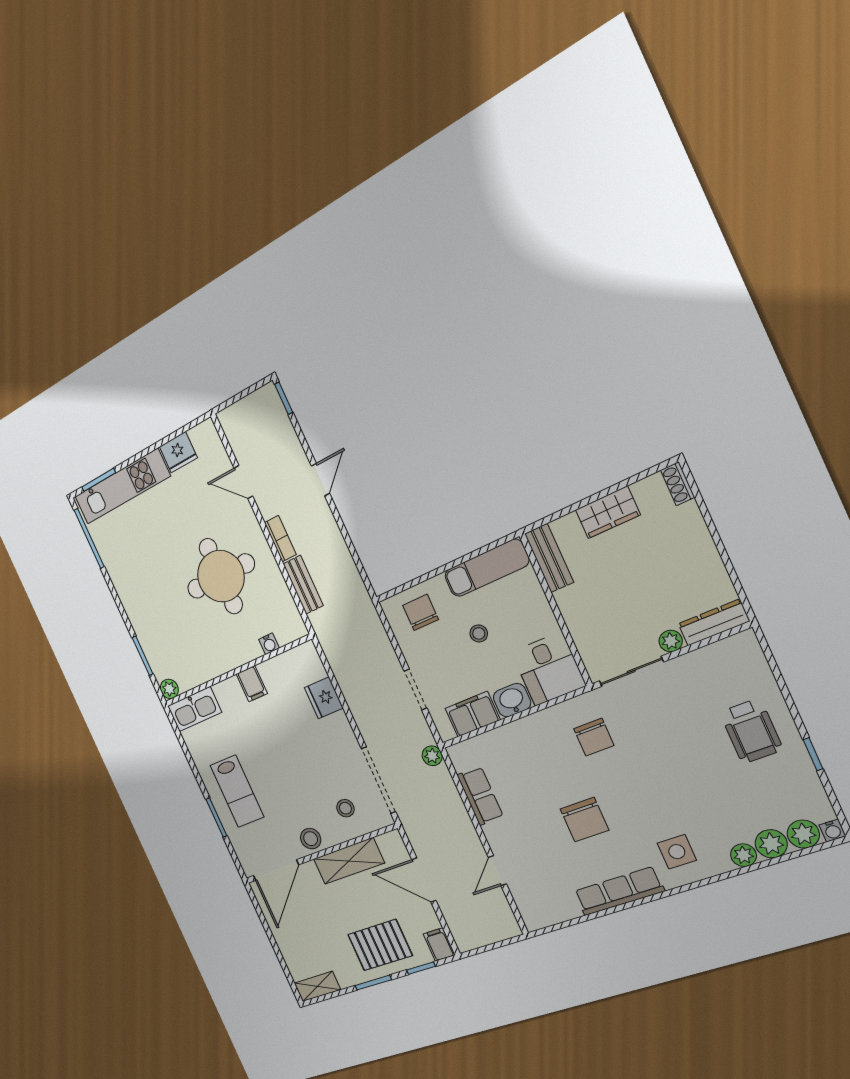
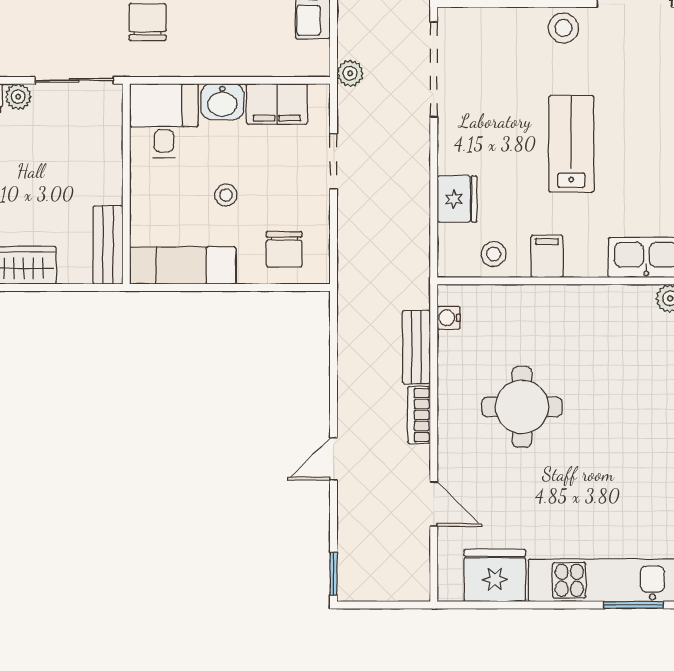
fridge: (178, 452) -> (495, 575), width x1.36, depth x1.34
round table: (221, 576) -> (522, 407), width x0.73, depth x0.73
water cooler: (269, 644) -> (449, 318), moved, turned -90
lab bench: (237, 791) -> (571, 144), moved
stool: (345, 808) -> (494, 254), moved

